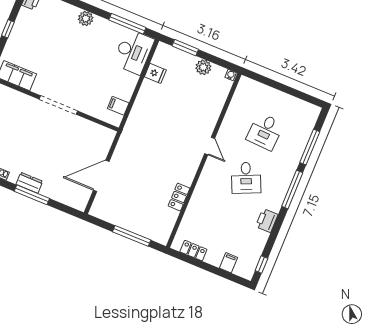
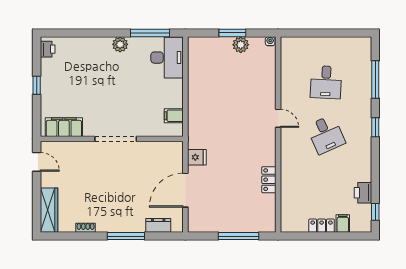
plant: (86, 18) -> (120, 44), moved
window: (185, 48) -> (232, 33), moved
fridge: (155, 73) -> (197, 157), moved
dresser: (29, 183) -> (158, 225), moved
window: (292, 189) -> (375, 127), width x0.46
printer: (267, 221) -> (363, 193), moved
locker: (193, 251) -> (322, 226), moved

